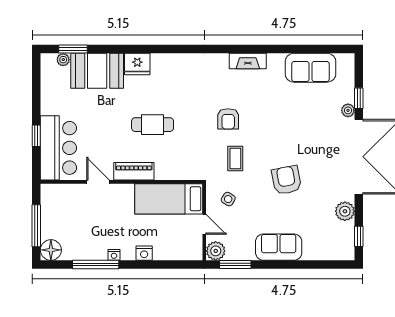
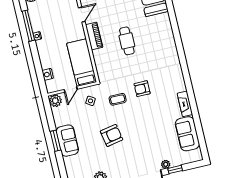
fireplace: (248, 61) -> (185, 104), moved
fridge: (137, 64) -> (163, 22), removed
nightstand: (144, 253) -> (48, 74), moved
window: (235, 265) -> (56, 141), moved

